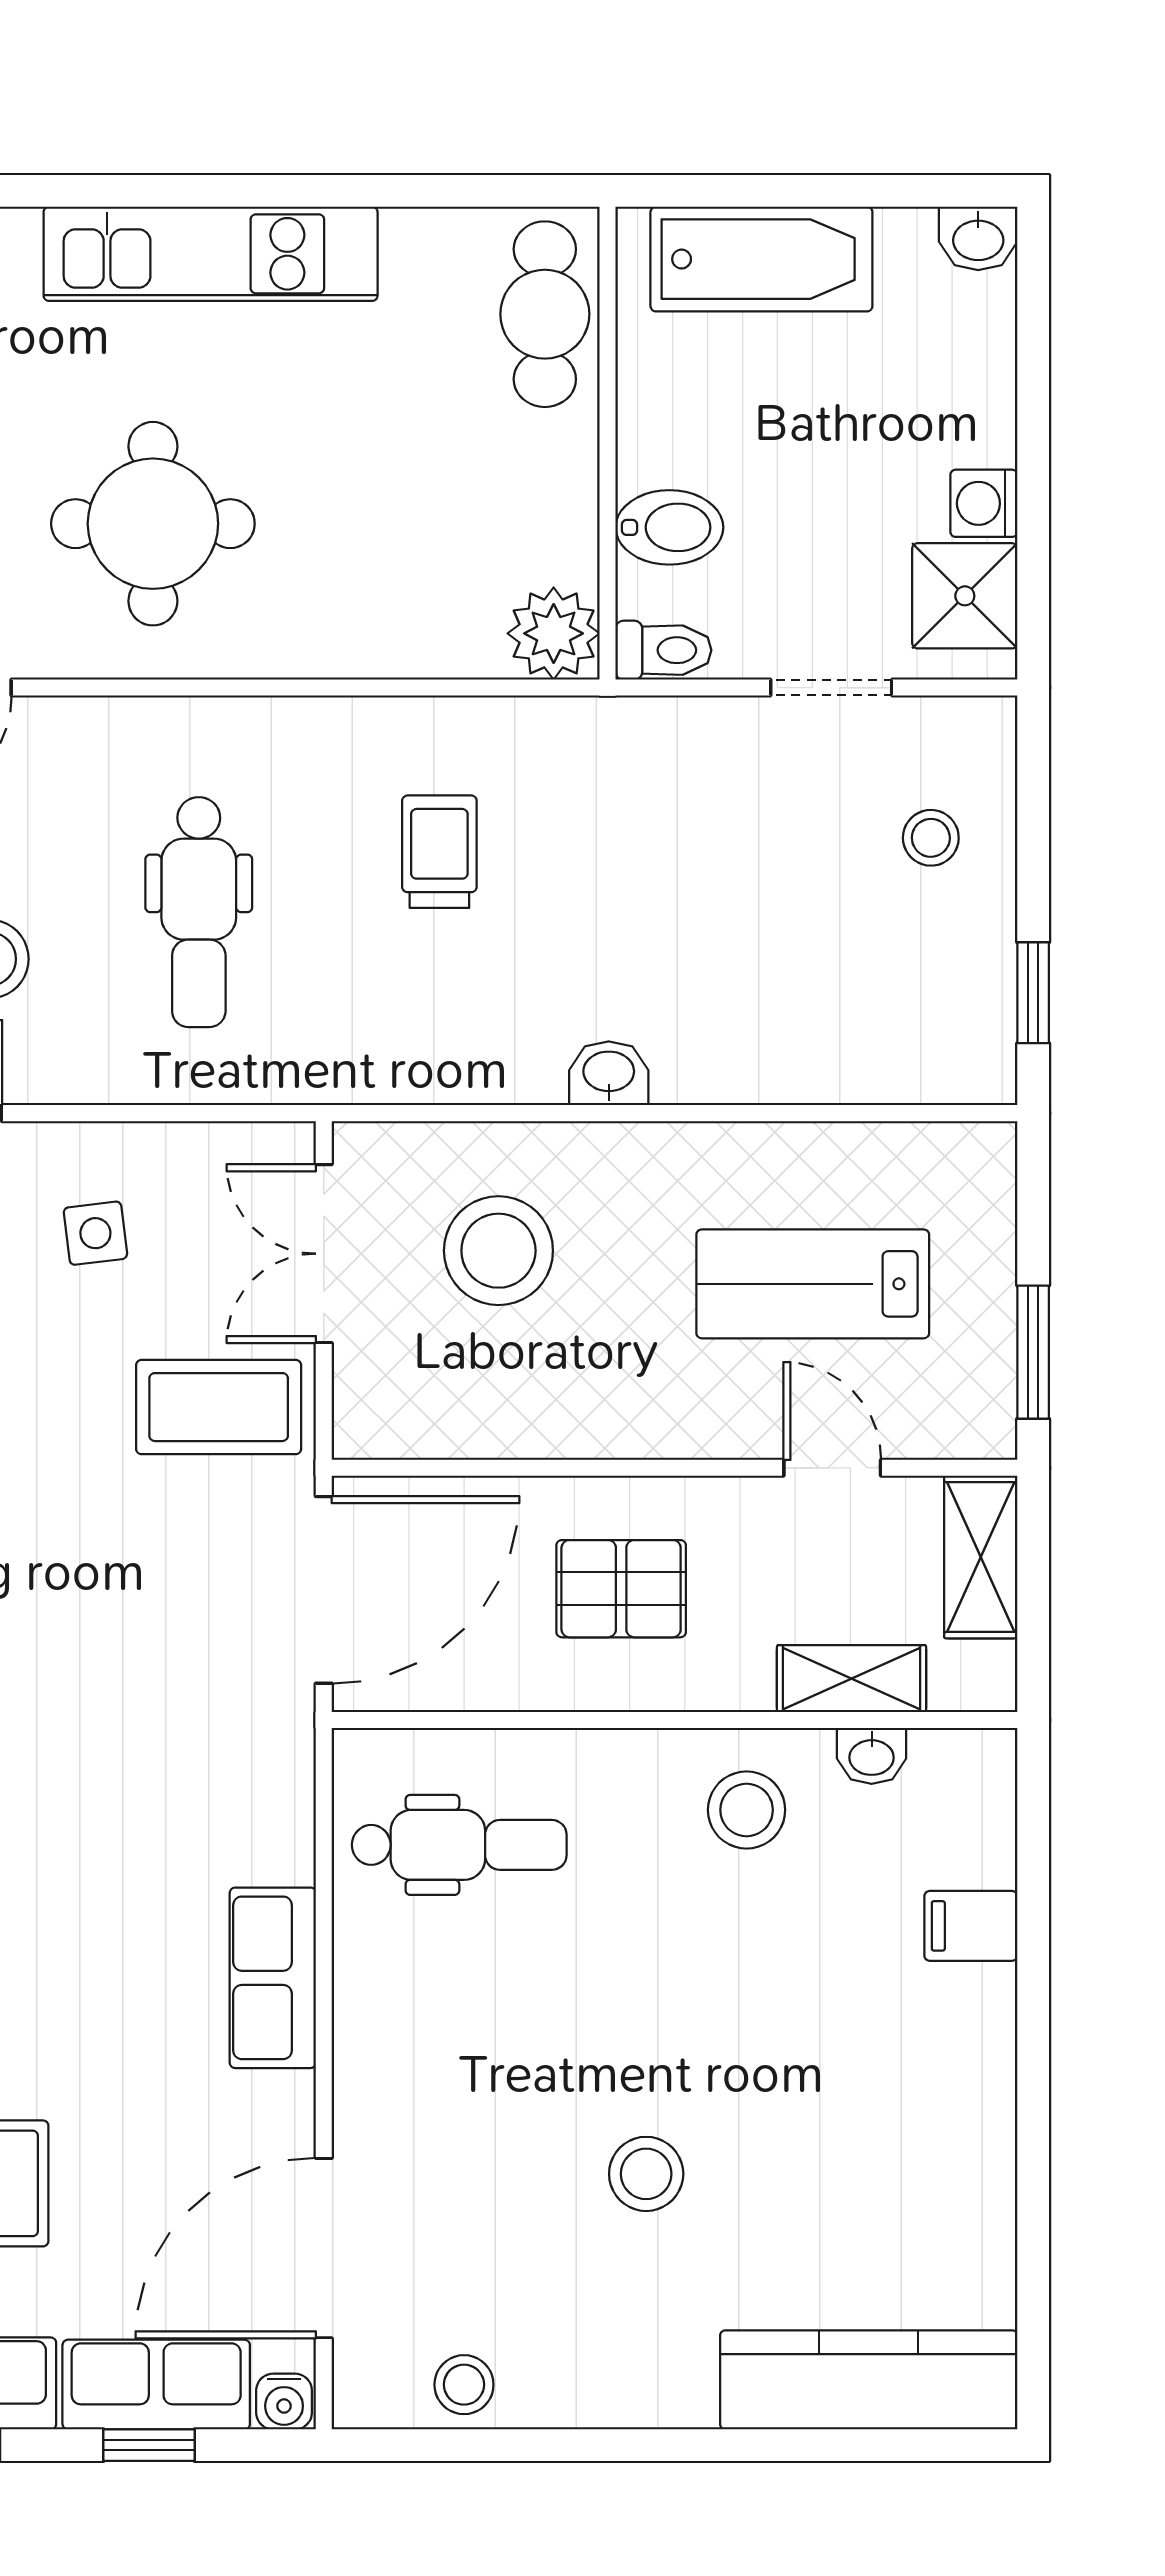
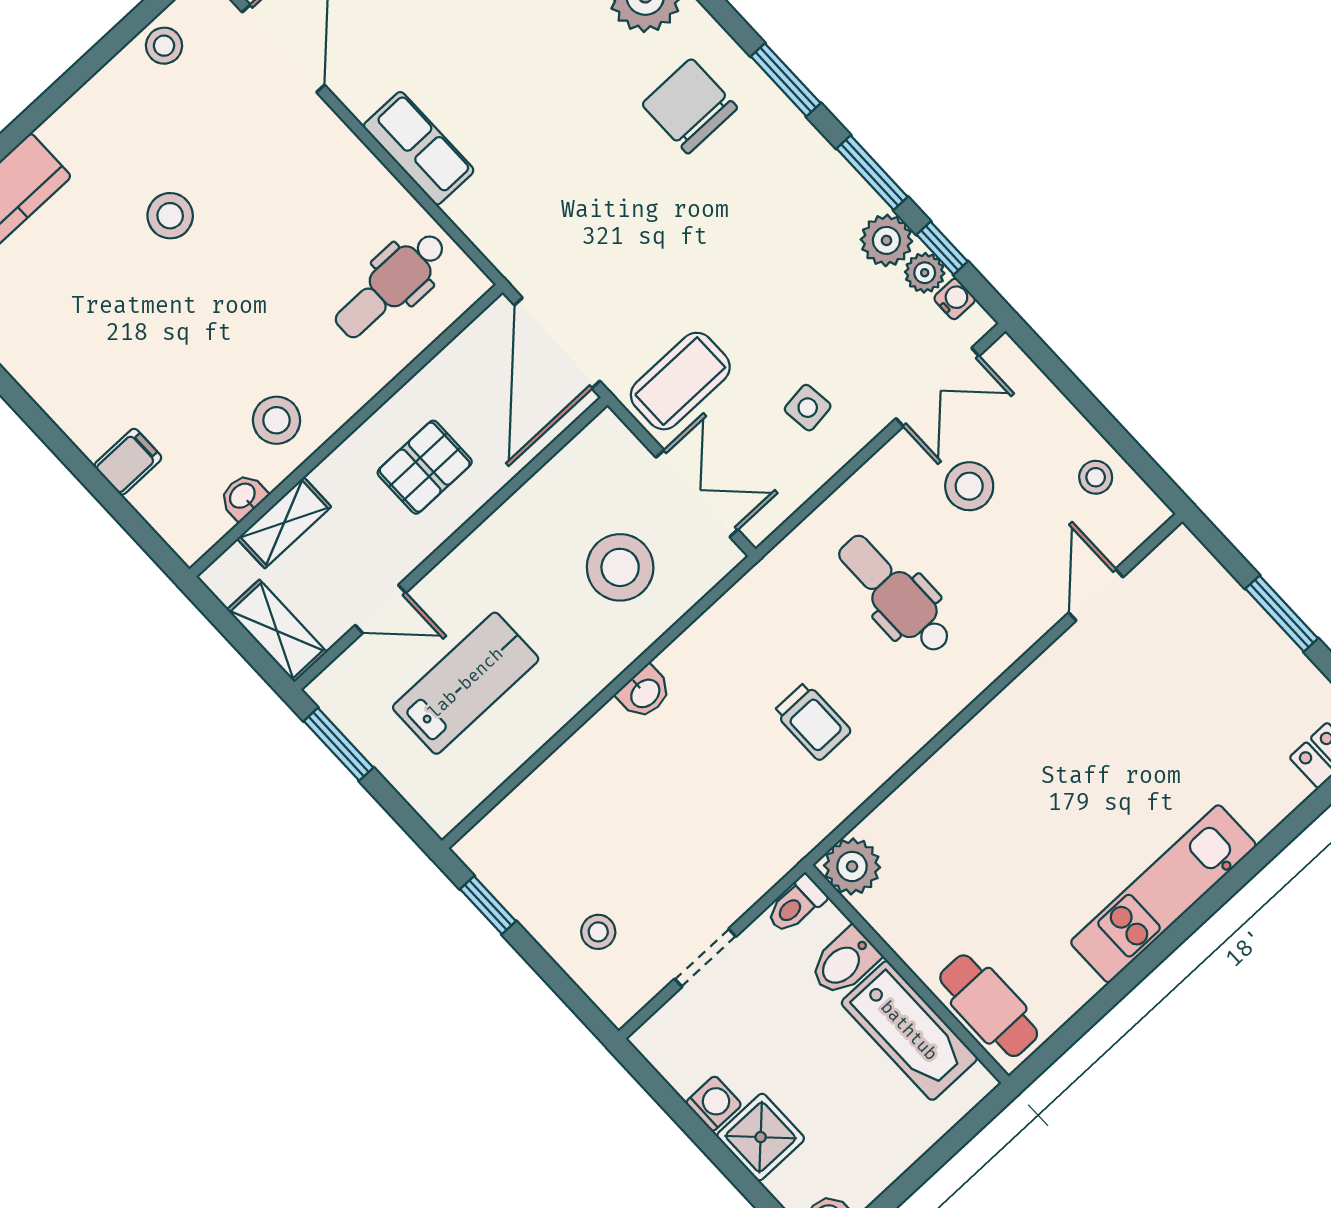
bathtub: (761, 259) -> (909, 1031), moved, turned -90
round table: (153, 524) -> (1077, 749), removed
shower: (965, 596) -> (761, 1137), moved

